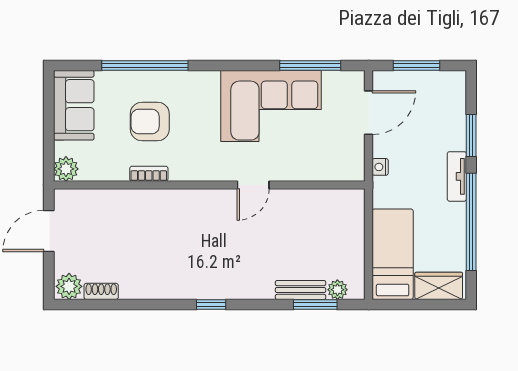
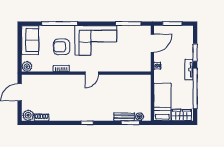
corner sofa: (271, 106) -> (96, 40), moved
door: (253, 185) -> (92, 73), moved

